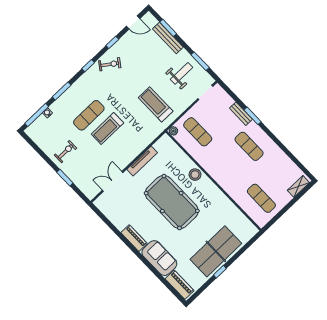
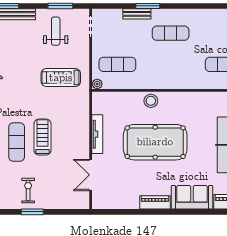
treadmill: (107, 129) -> (43, 137), turned 180
window: (65, 178) -> (32, 212), moved

